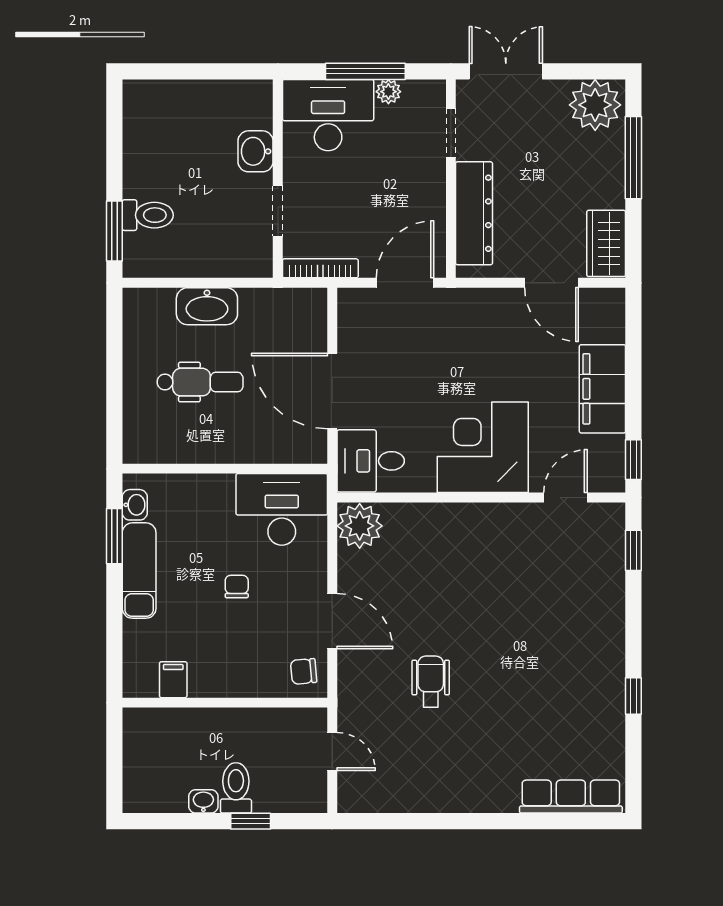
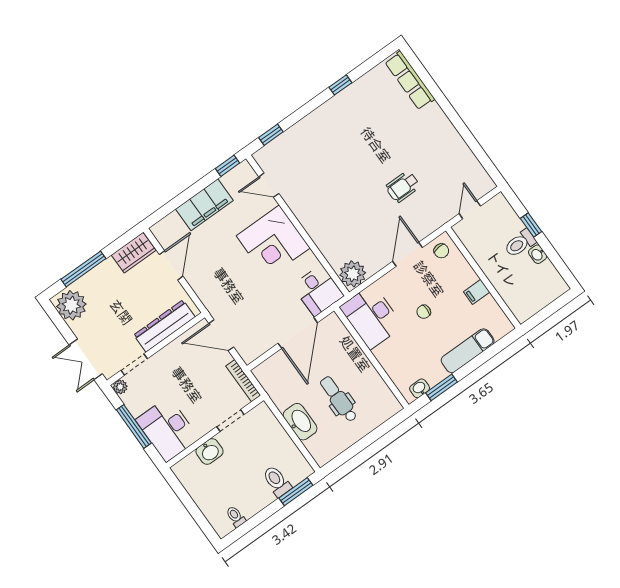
plant: (388, 92) -> (120, 387), moved
toilet: (140, 123) -> (236, 516), added
exam couch: (139, 571) -> (468, 351), moved
filing cabinet: (173, 680) -> (477, 292), moved

